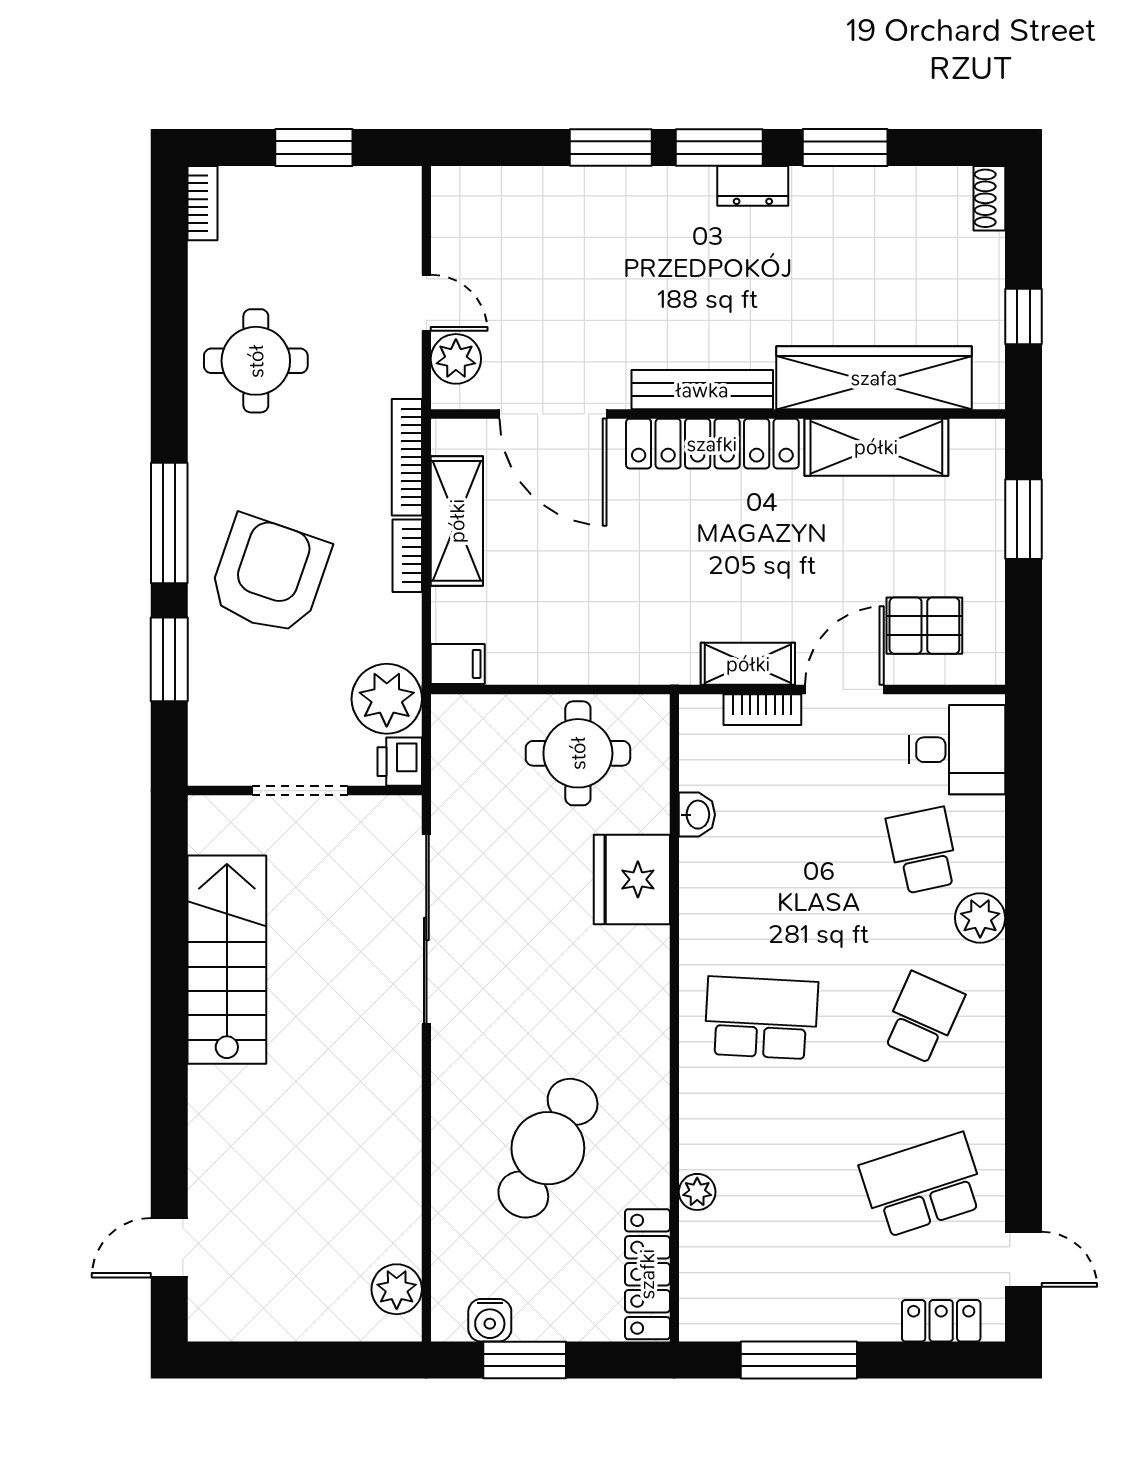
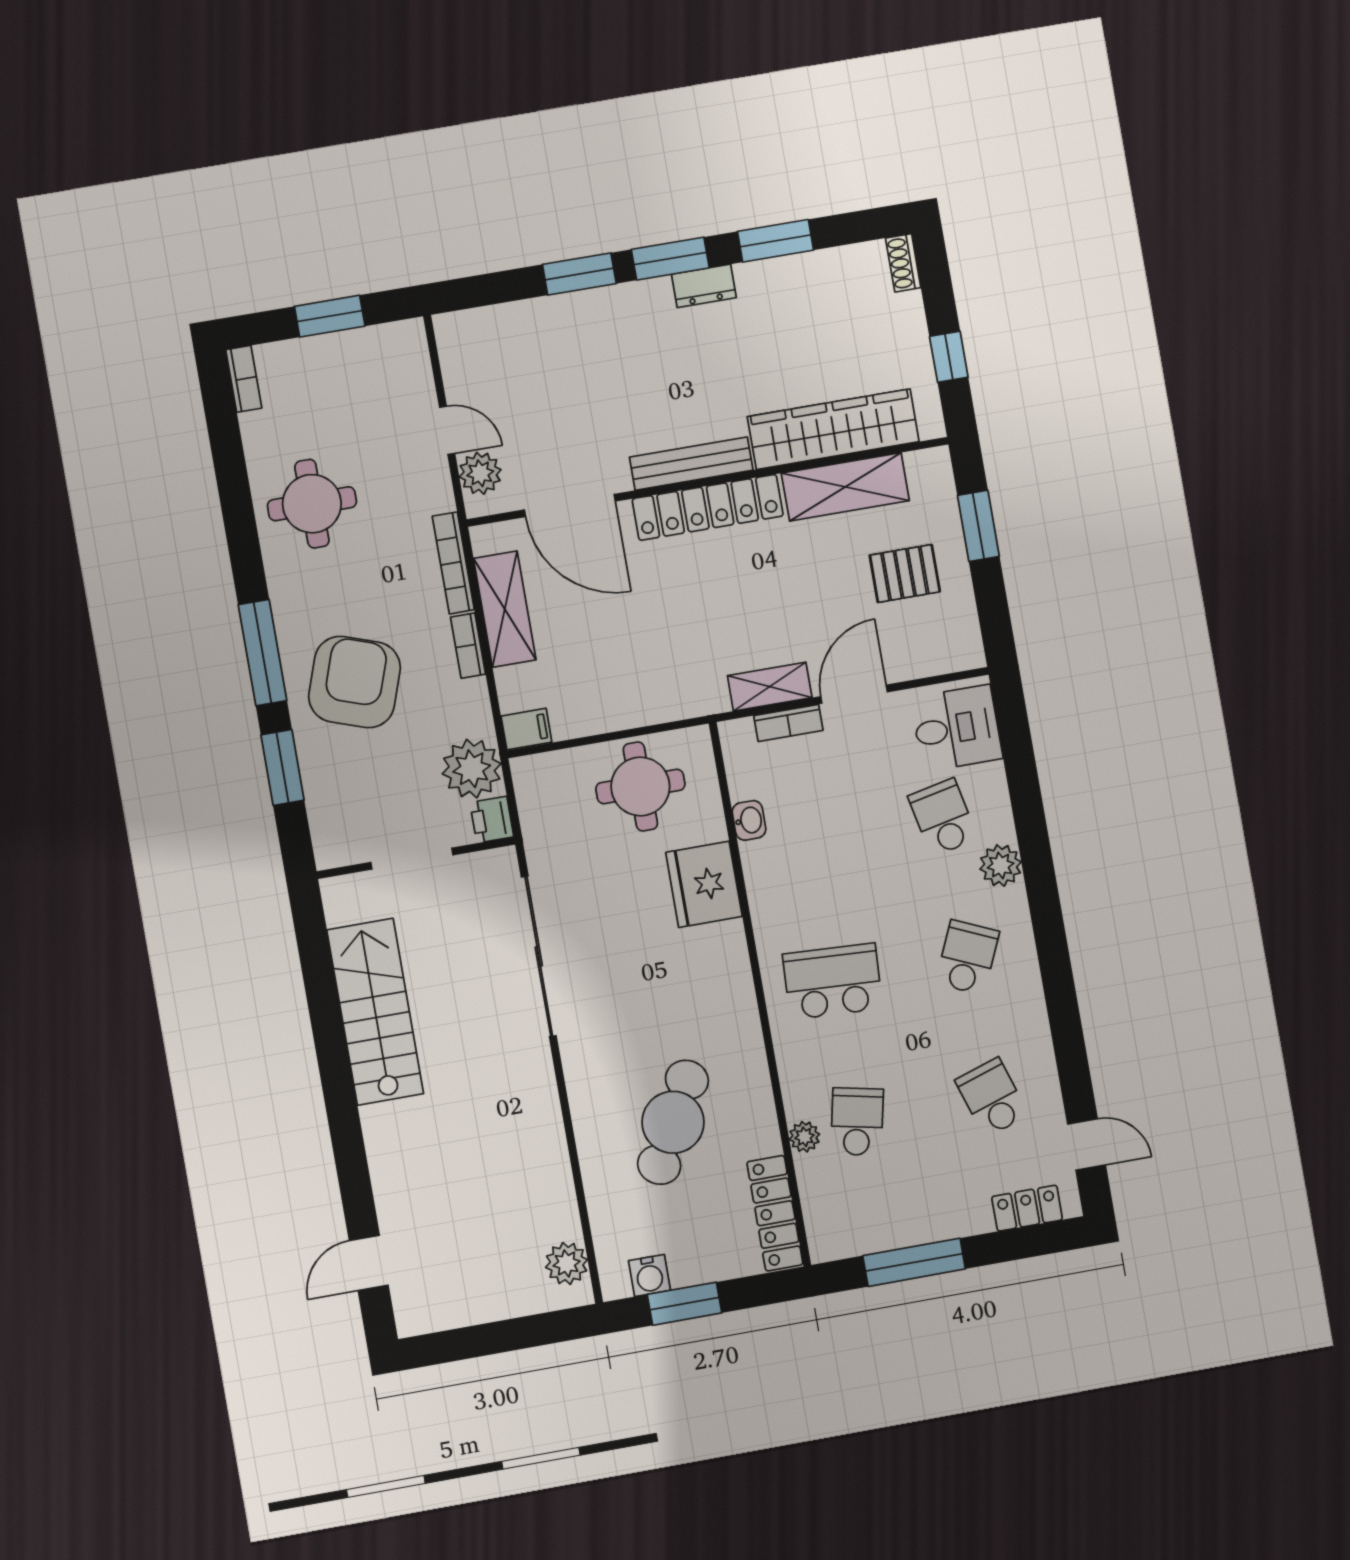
pallet: (924, 626) -> (905, 573), moved
school desk: (761, 1185) -> (857, 1122), added
school desk: (923, 1185) -> (992, 1098), width x0.54

